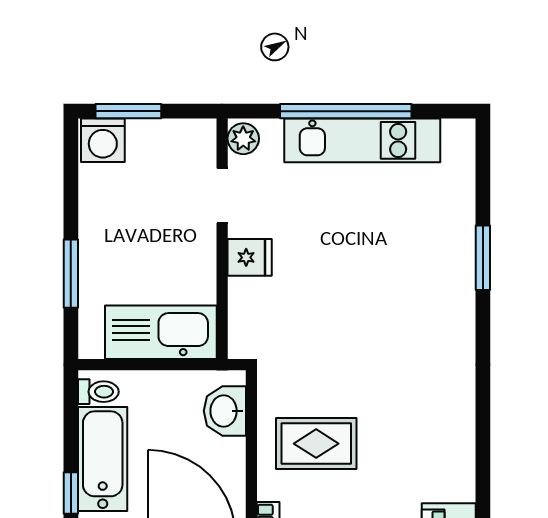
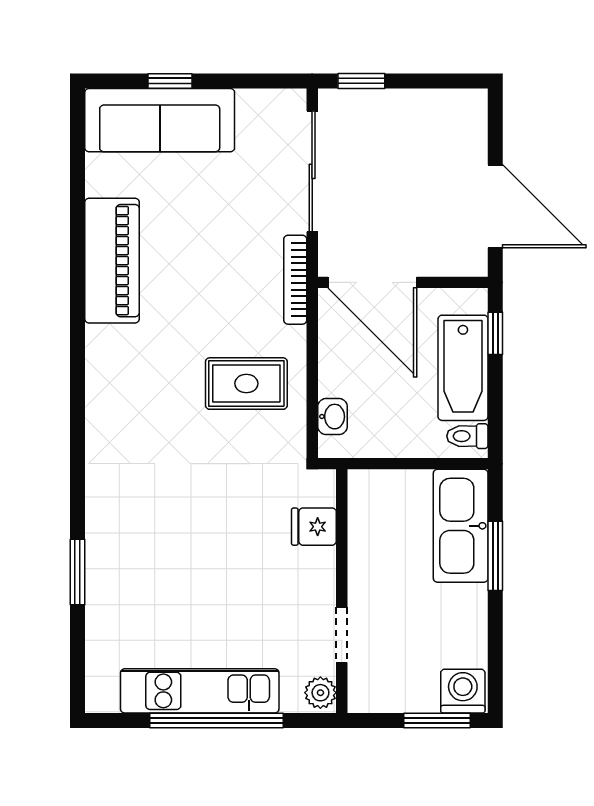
fridge: (250, 257) -> (314, 527), moved
kitchen sink: (161, 332) -> (461, 526), moved, turned 90
washbasin: (225, 411) -> (332, 417), width x0.72, depth x0.69

